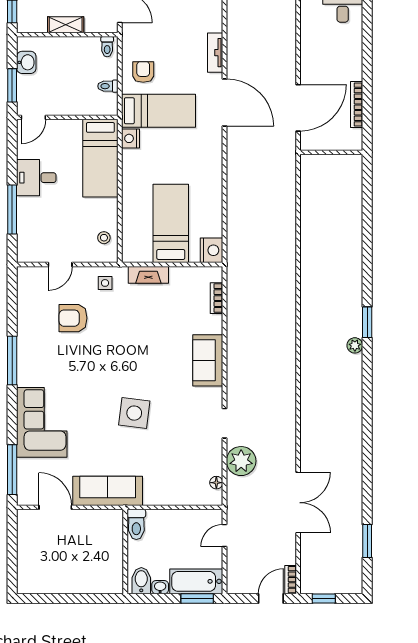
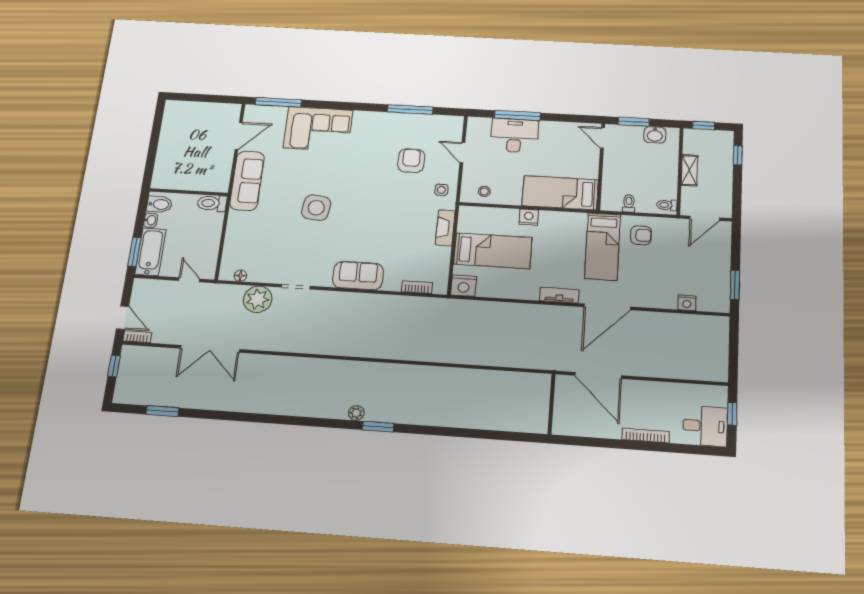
nightstand: (215, 23) -> (687, 303), added
tv unit: (215, 53) -> (559, 295), moved
bookcase: (357, 104) -> (646, 436), moved
nightstand: (130, 138) -> (529, 217), moved
desk: (36, 178) -> (514, 135), moved, width x1.37
window: (12, 361) -> (410, 109), moved

